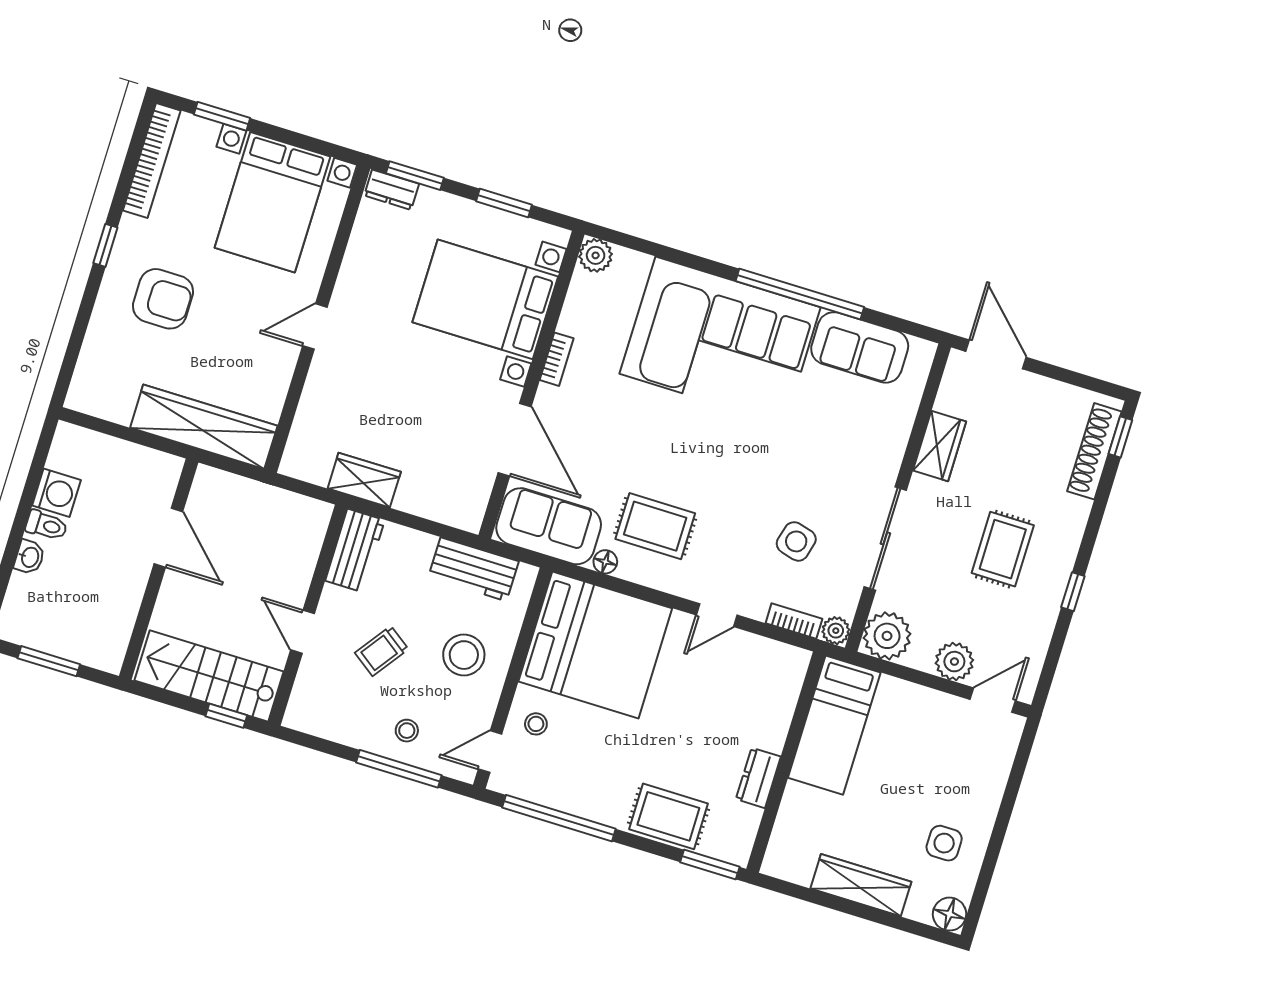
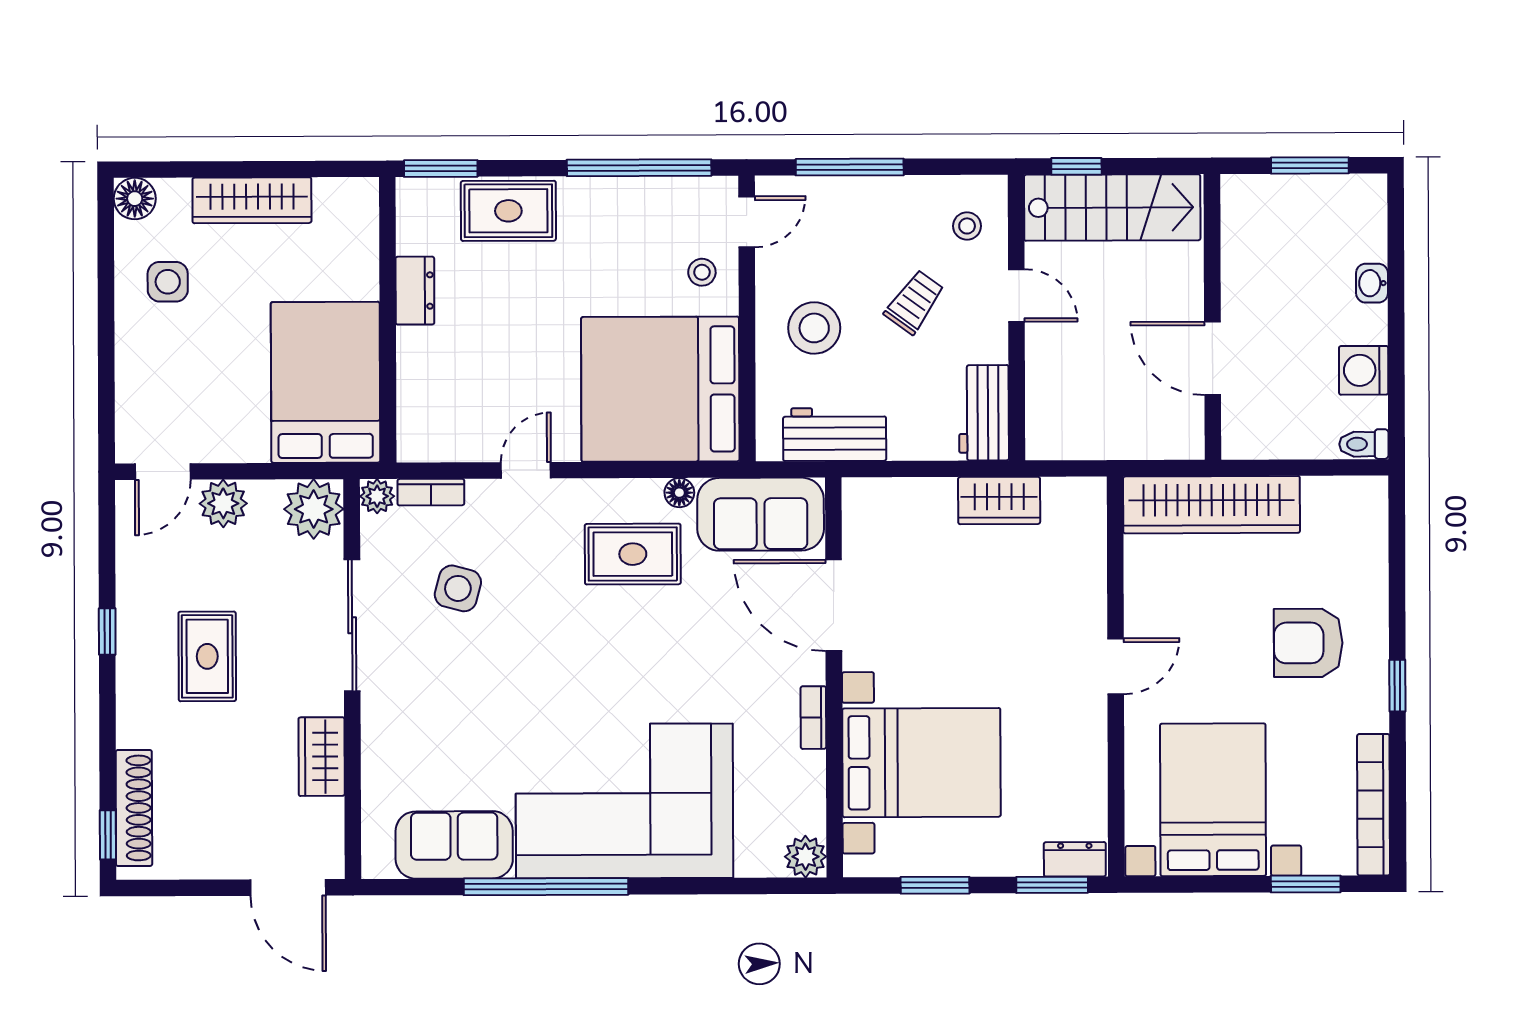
toilet: (46, 525) -> (1364, 444), moved
bed: (834, 725) -> (325, 382), width x1.50
stool: (407, 731) -> (967, 226), moved

